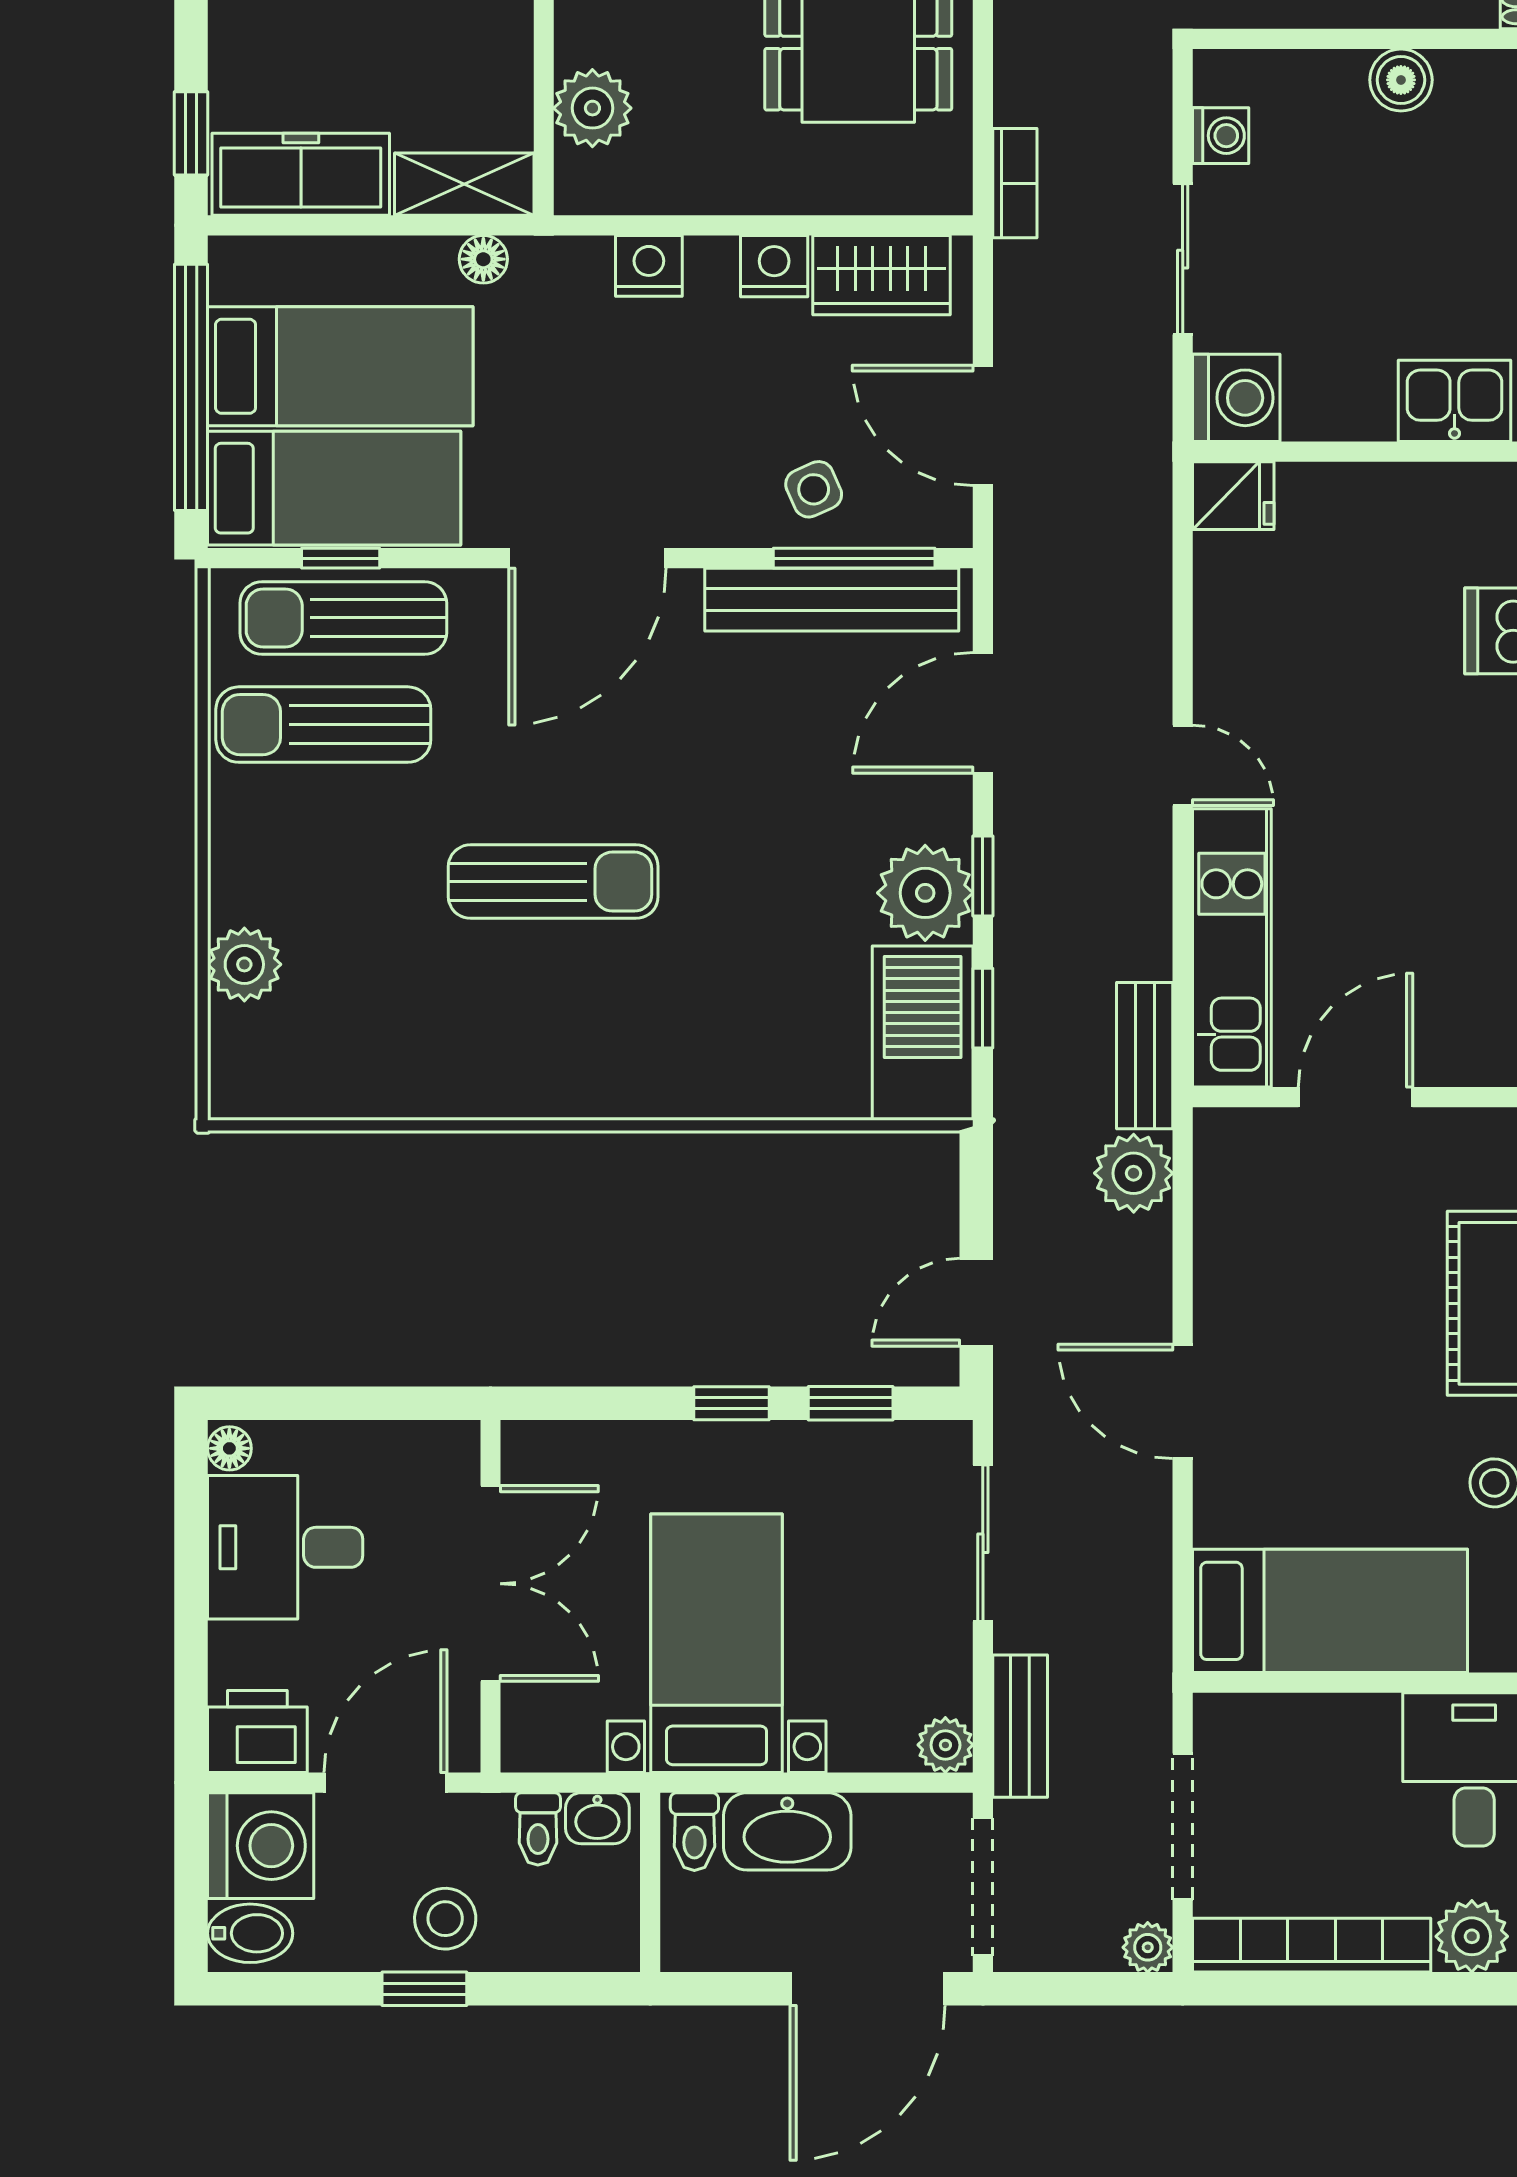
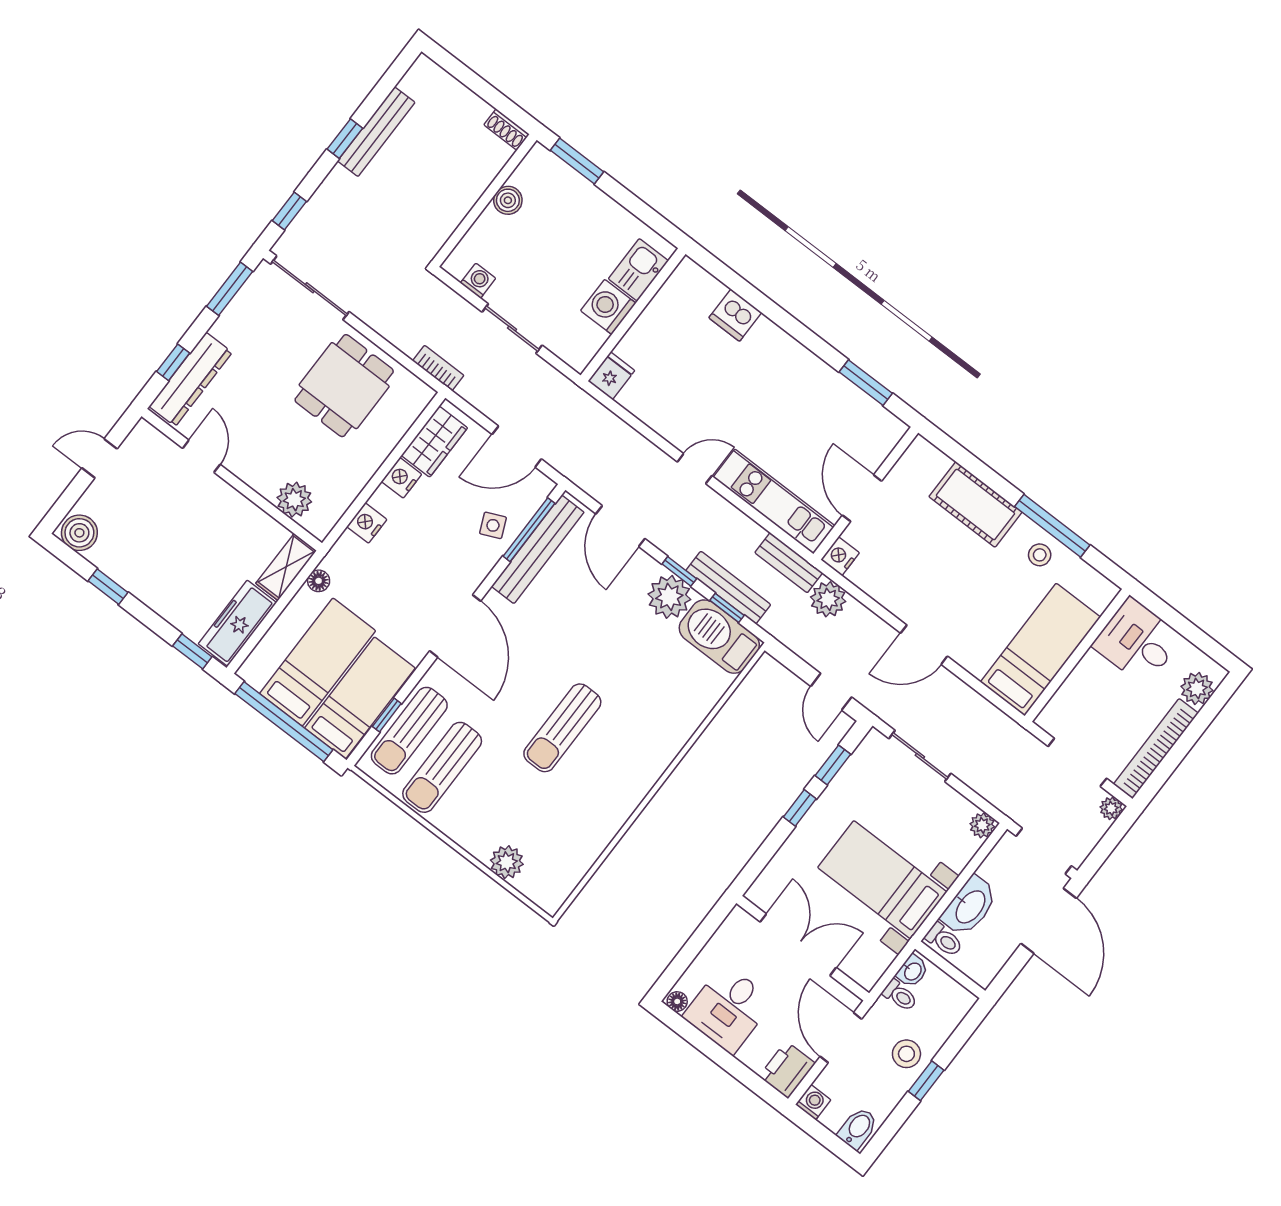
washing machine: (1236, 398) -> (608, 307), moved, turned -90
sun lounger: (553, 882) -> (562, 728), turned 180
nightstand: (1225, 1137) -> (840, 556), added
bench: (1020, 1726) -> (728, 588), moved, width x1.36
washing machine: (261, 1846) -> (813, 1102), width x0.53, depth x0.53

